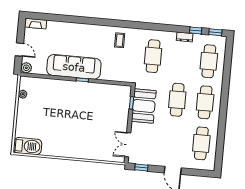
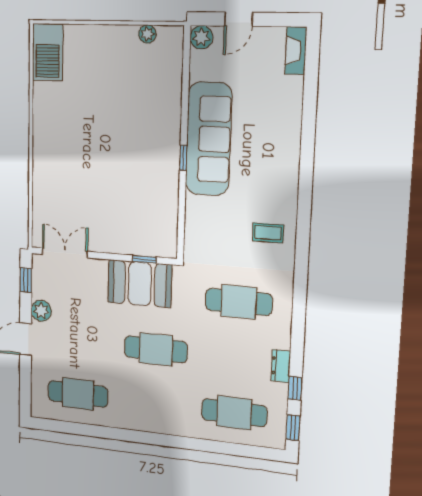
cafe table: (205, 102) -> (154, 403), removed
plant: (158, 160) -> (41, 311), added

